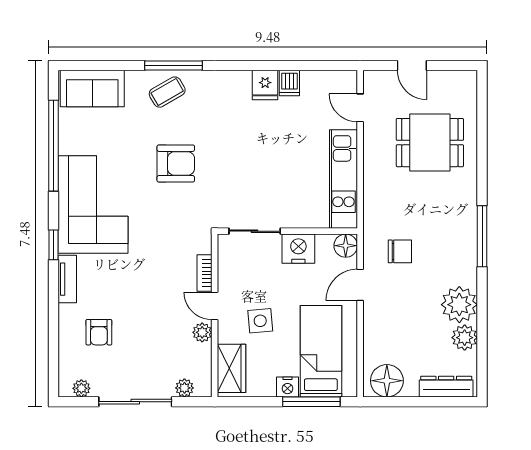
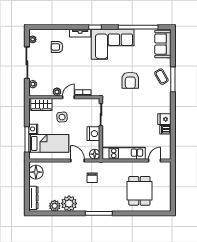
door: (412, 65) -> (173, 183), removed

